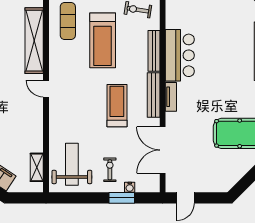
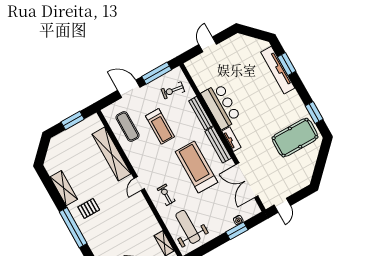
treadmill: (103, 40) -> (160, 126), width x0.73, depth x0.73
door: (46, 89) -> (139, 183), hinge flipped
treadmill: (117, 106) -> (196, 167), width x1.37, depth x1.37
exercise bike: (110, 170) -> (166, 195), moved

